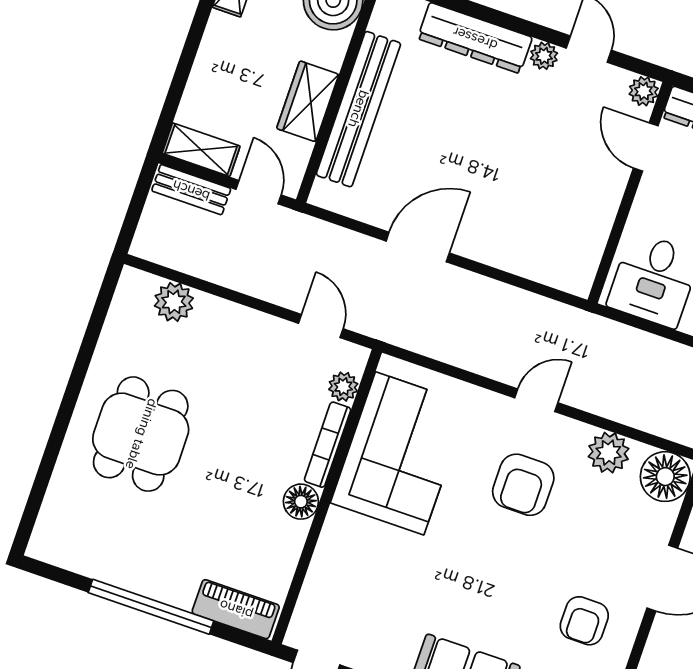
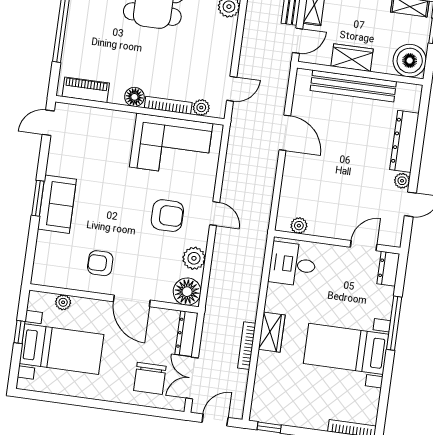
plant: (644, 91) -> (299, 226), moved
armchair: (523, 485) -> (167, 216), turned 180
piano: (236, 609) -> (86, 90), moved, turned -90

